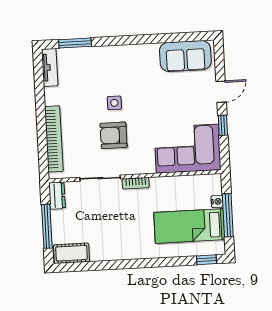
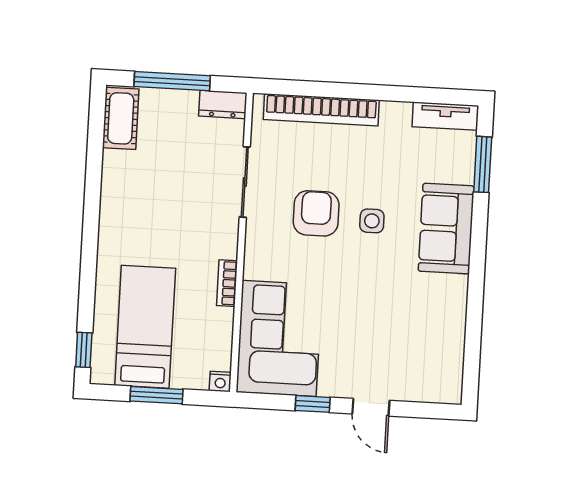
sofa: (185, 56) -> (446, 229), moved
bookcase: (136, 183) -> (227, 283), moved
nightstand: (217, 201) -> (220, 381), moved
window: (228, 215) -> (157, 395), width x0.69

